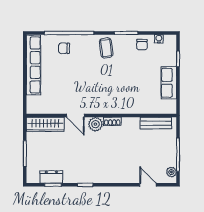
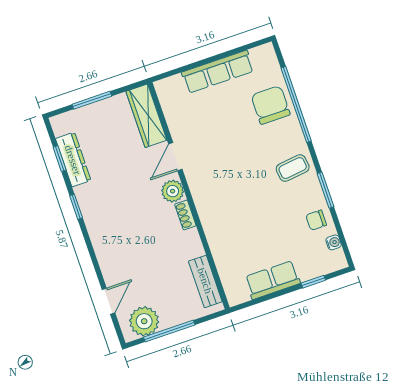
chair: (64, 48) -> (271, 105), width x1.87, depth x1.87
row of seats: (34, 65) -> (218, 72), width x0.73
plant: (171, 172) -> (144, 321), width x1.88, depth x1.88
dresser: (51, 177) -> (73, 160), width x1.44

